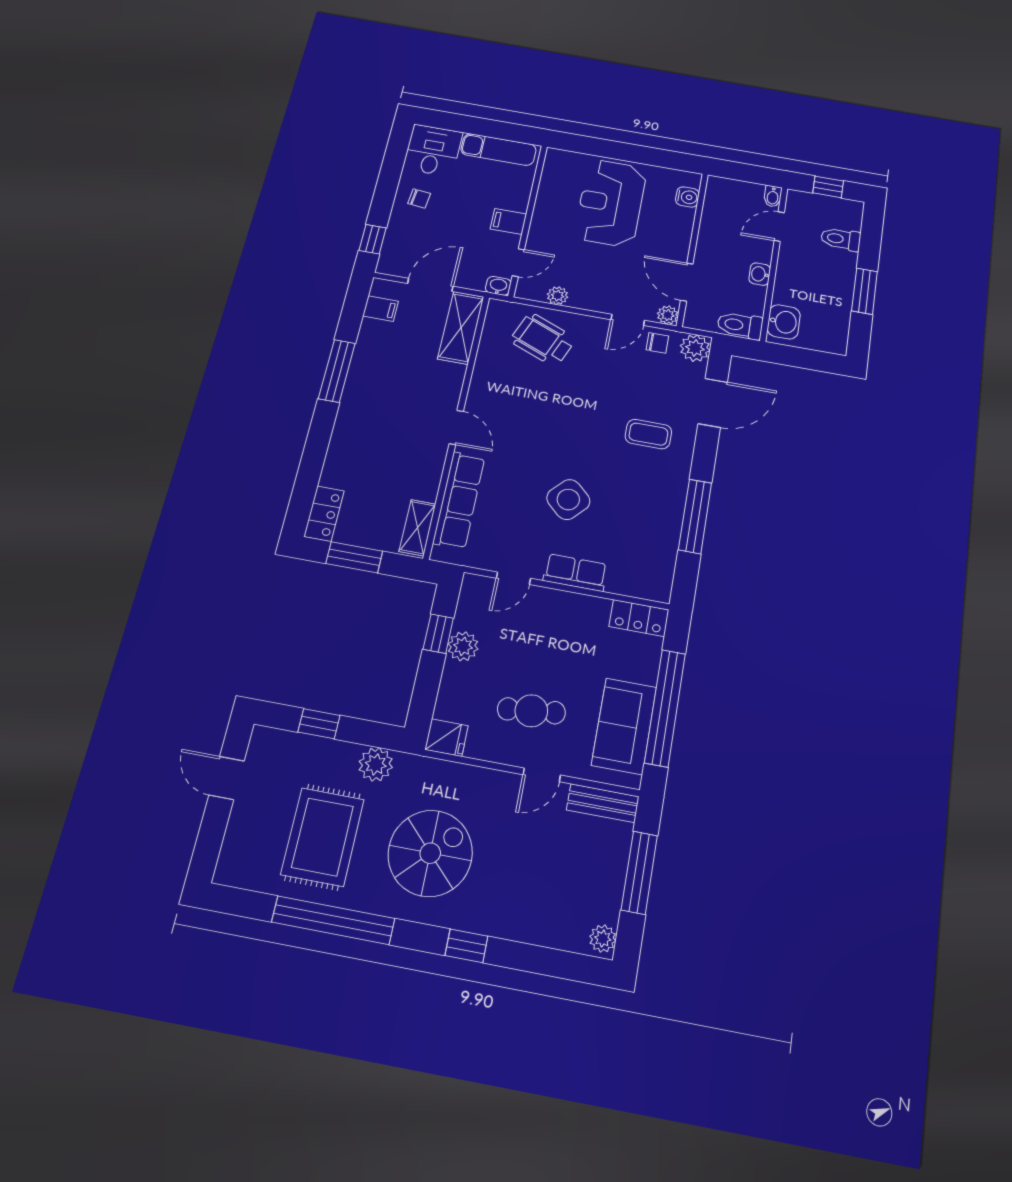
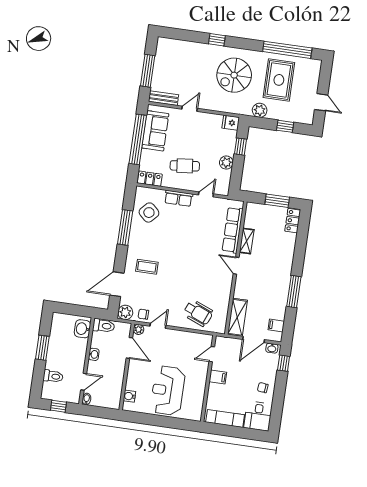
reception desk: (611, 203) -> (168, 390), turned 180
washbasin: (498, 286) -> (272, 348), moved
plant: (557, 296) -> (192, 337), removed
side table: (568, 499) -> (149, 213), moved
shelving: (417, 528) -> (247, 241), moved
window: (438, 634) -> (240, 147), moved
cafe table: (531, 711) -> (185, 166), moved
window: (333, 920) -> (287, 50), moved
plant: (603, 939) -> (162, 44), removed

